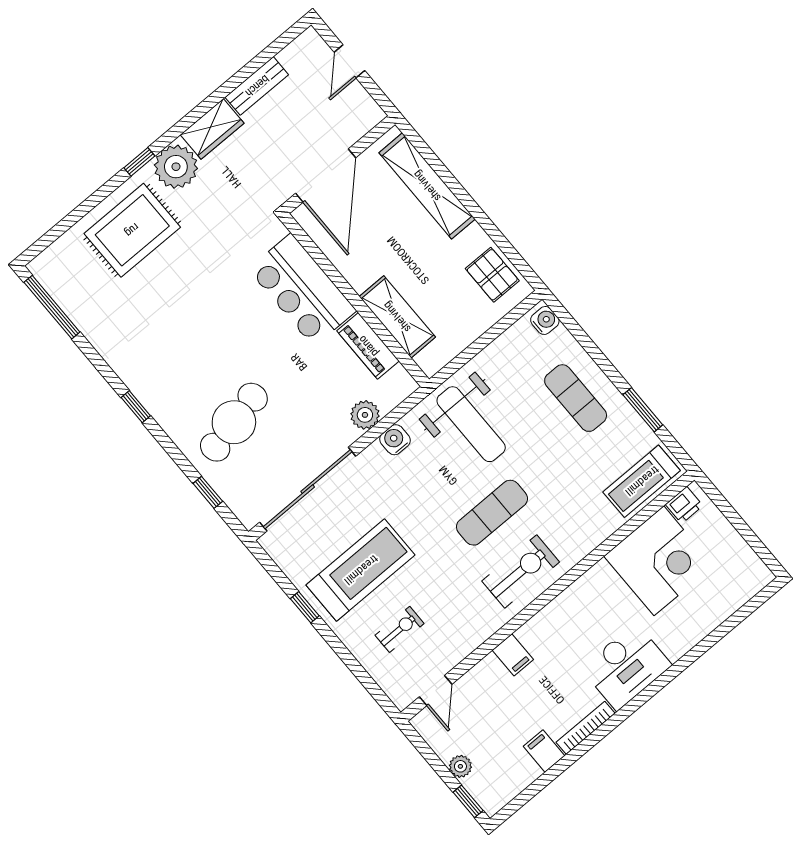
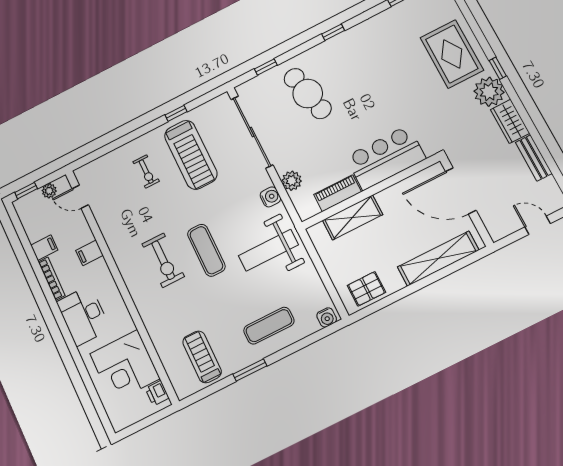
printer: (684, 505) -> (157, 393), moved
corner desk: (659, 561) -> (125, 366), moved
wall: (548, 596) -> (121, 285), moved
filing cabinet: (513, 655) -> (89, 253), moved
door: (436, 691) -> (80, 197), moved

